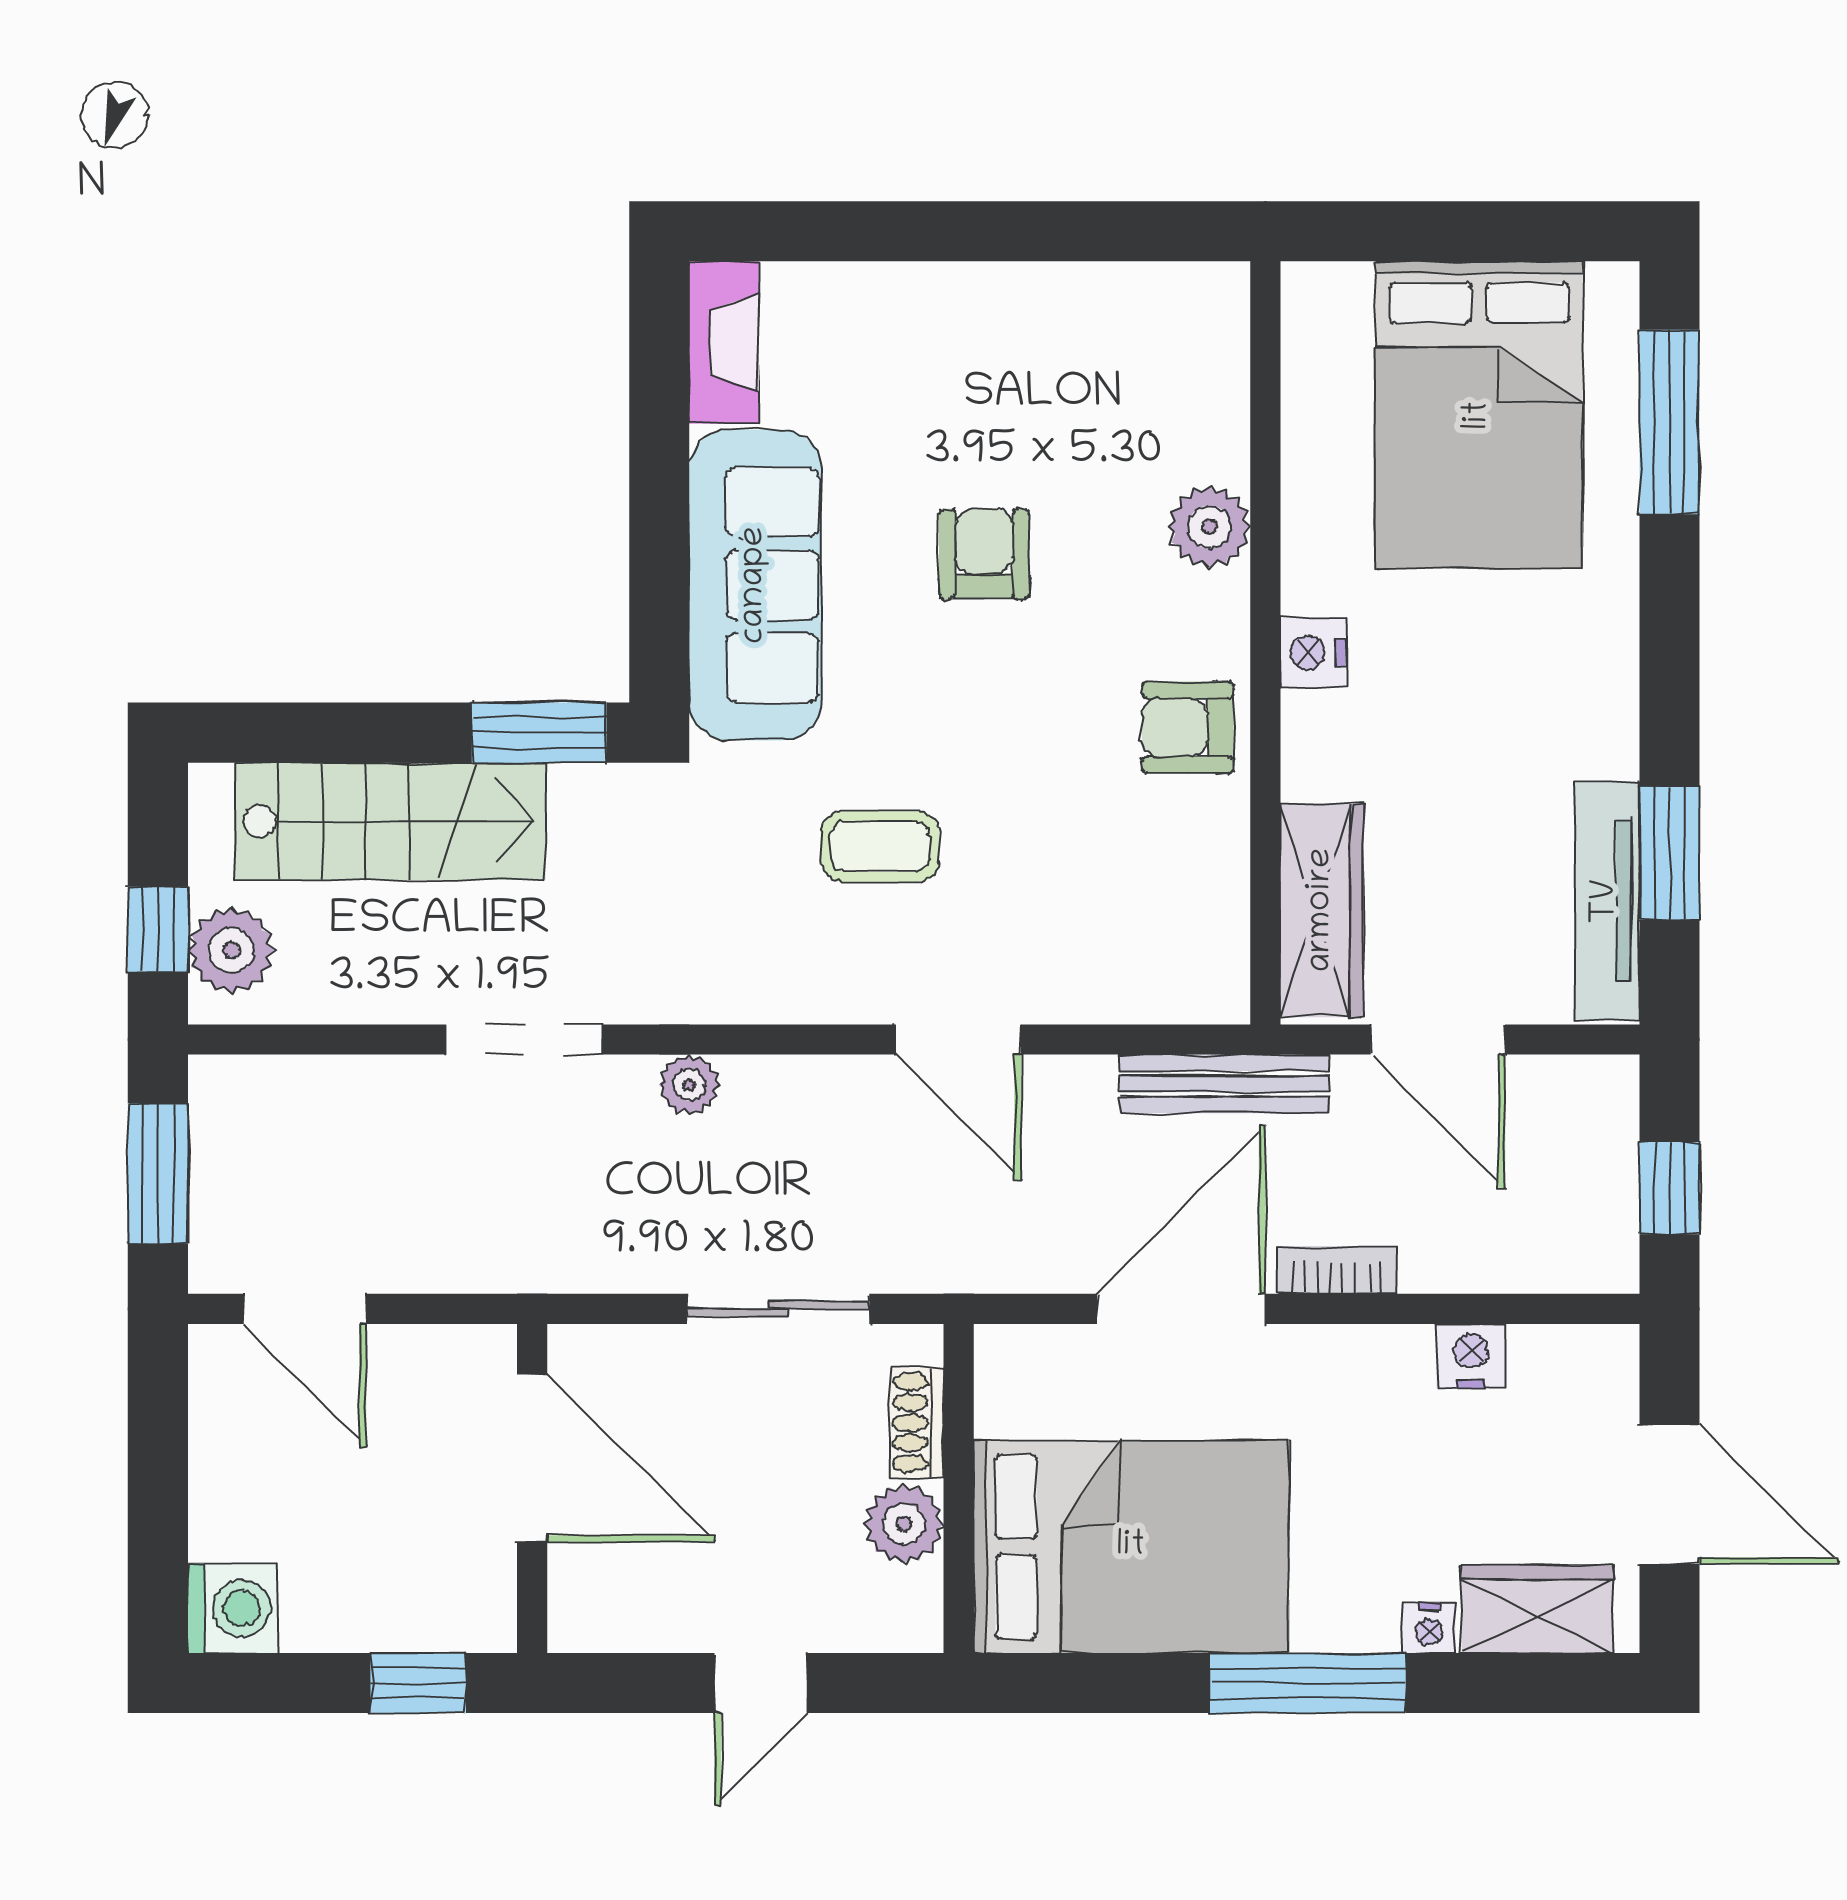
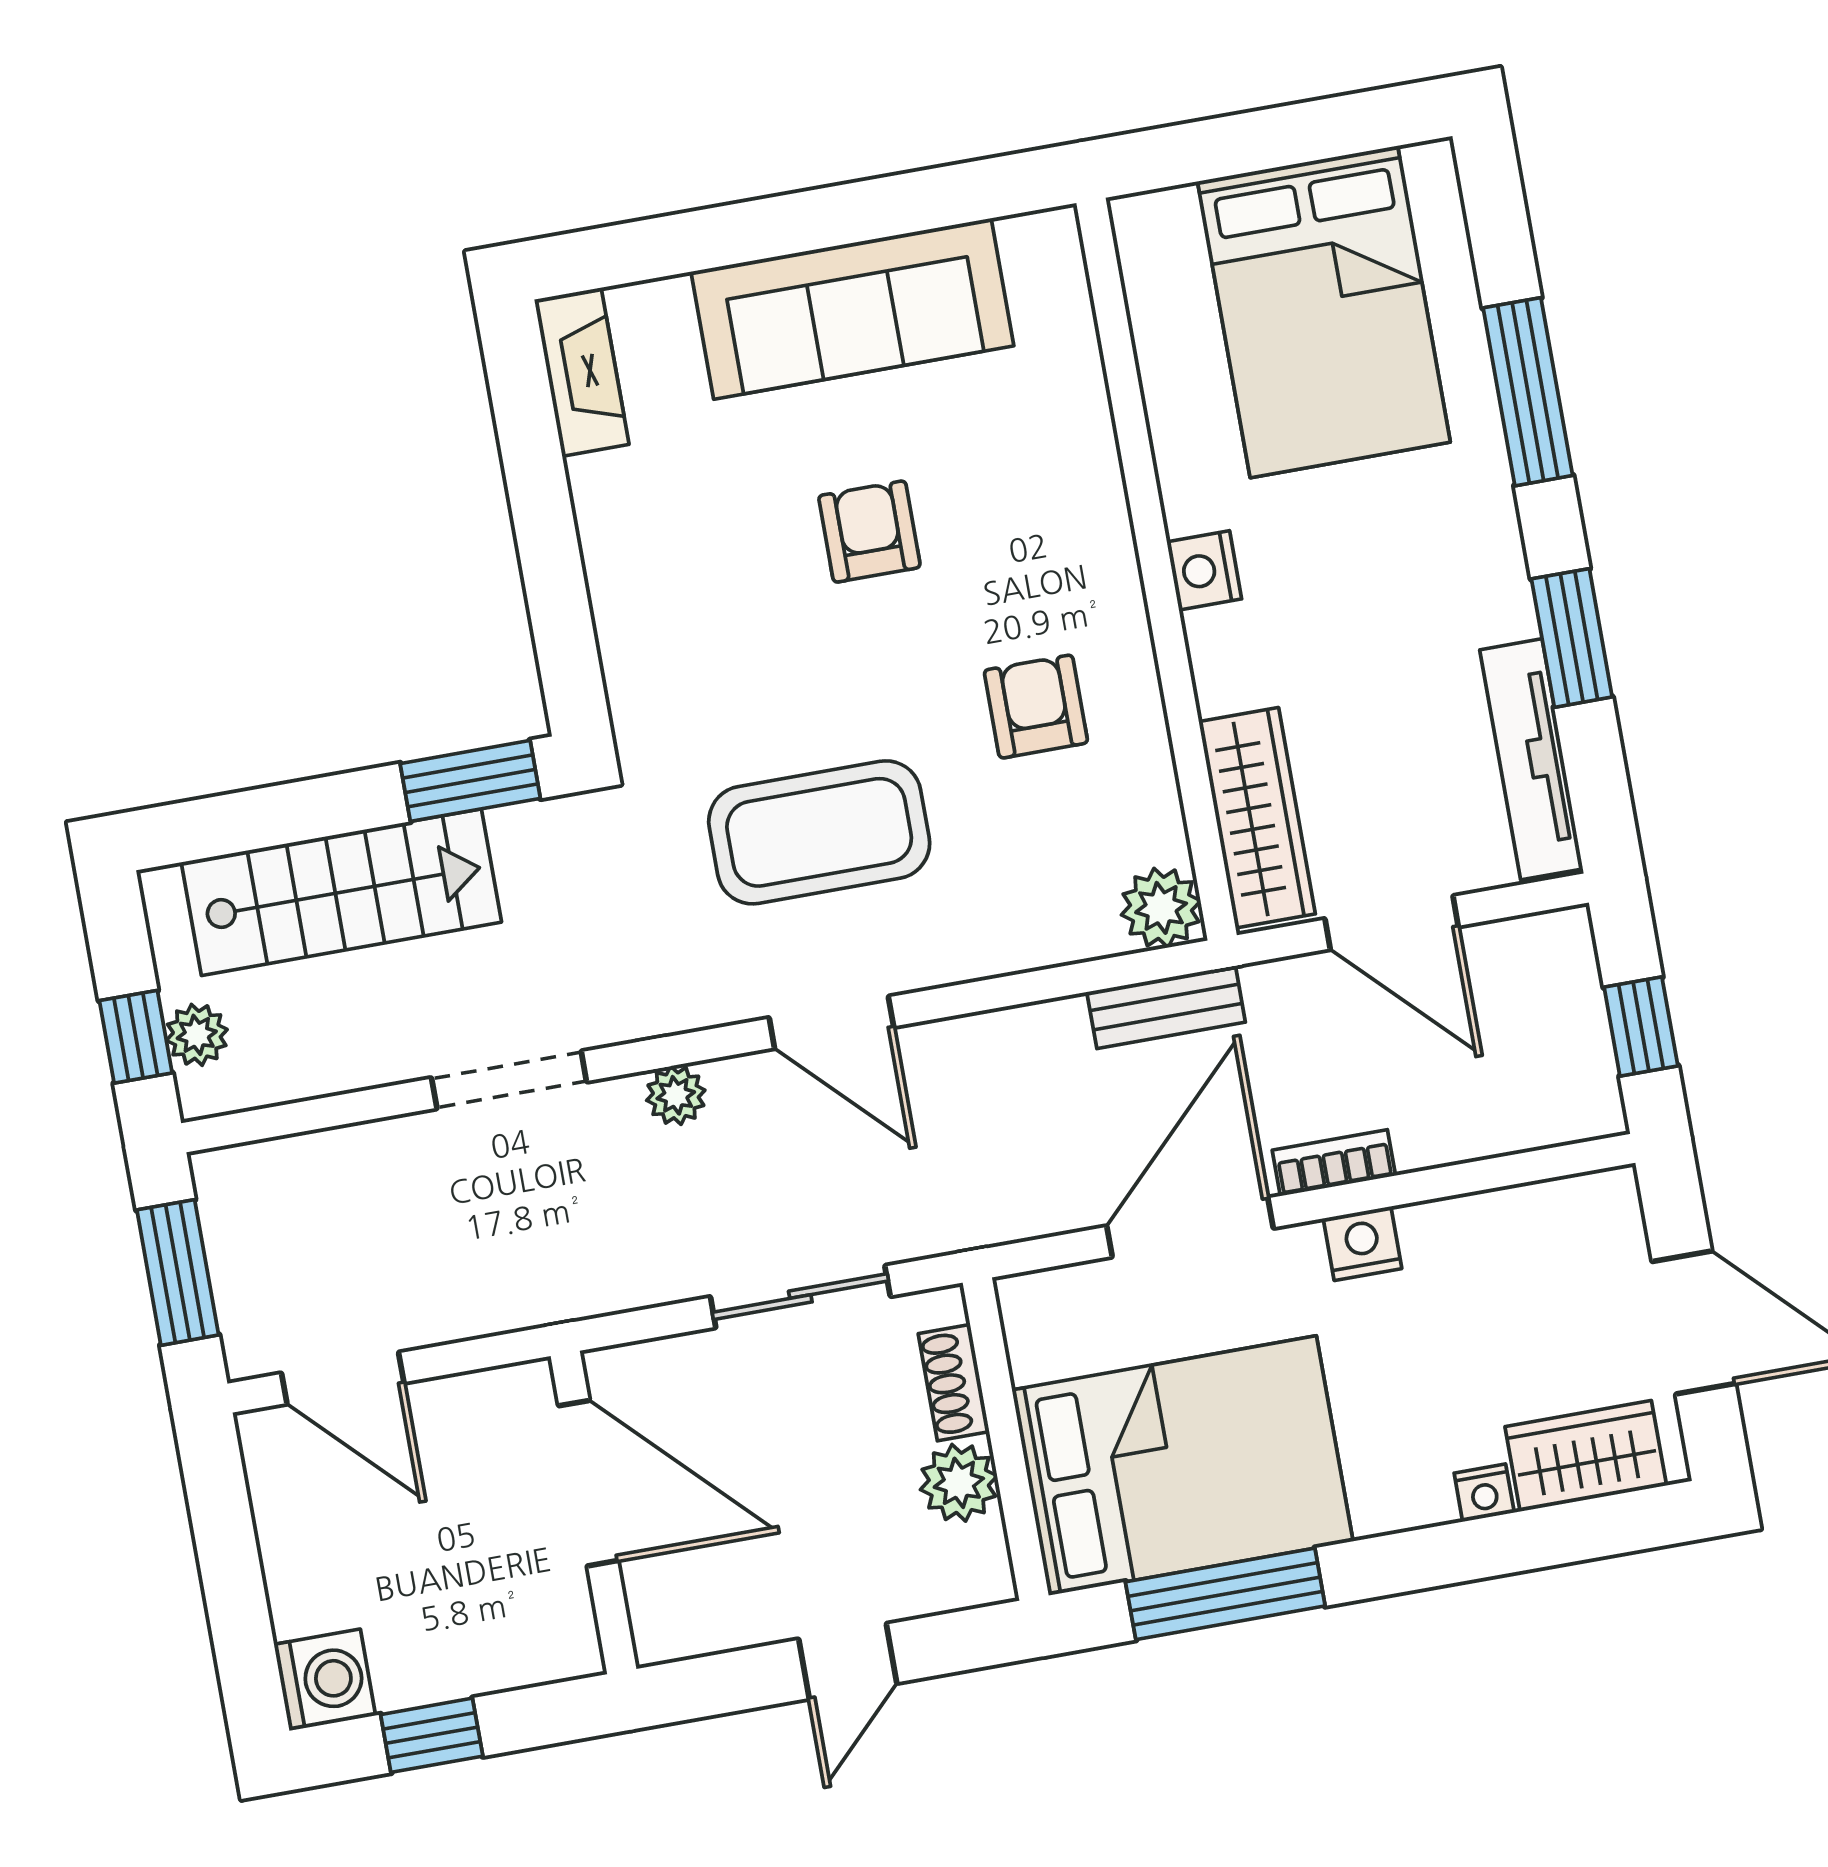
window: (1669, 422) -> (1528, 392), moved
plant: (1209, 527) -> (1161, 908), moved
sofa: (755, 585) -> (852, 309), moved, turned 90
armchair: (1188, 727) -> (1036, 707), moved, turned 90
coffee table: (880, 847) -> (819, 832), width x1.86, depth x1.72
window: (1669, 853) -> (1572, 638), moved
plant: (231, 950) -> (197, 1035), width x0.73, depth x0.73
door: (959, 1039) -> (831, 1022), moved
bench: (1225, 1084) -> (1166, 1007), width x0.73
nightstand: (1471, 1356) -> (1362, 1243), moved
window: (418, 1683) -> (432, 1735), moved
window: (1307, 1683) -> (1225, 1594), moved

